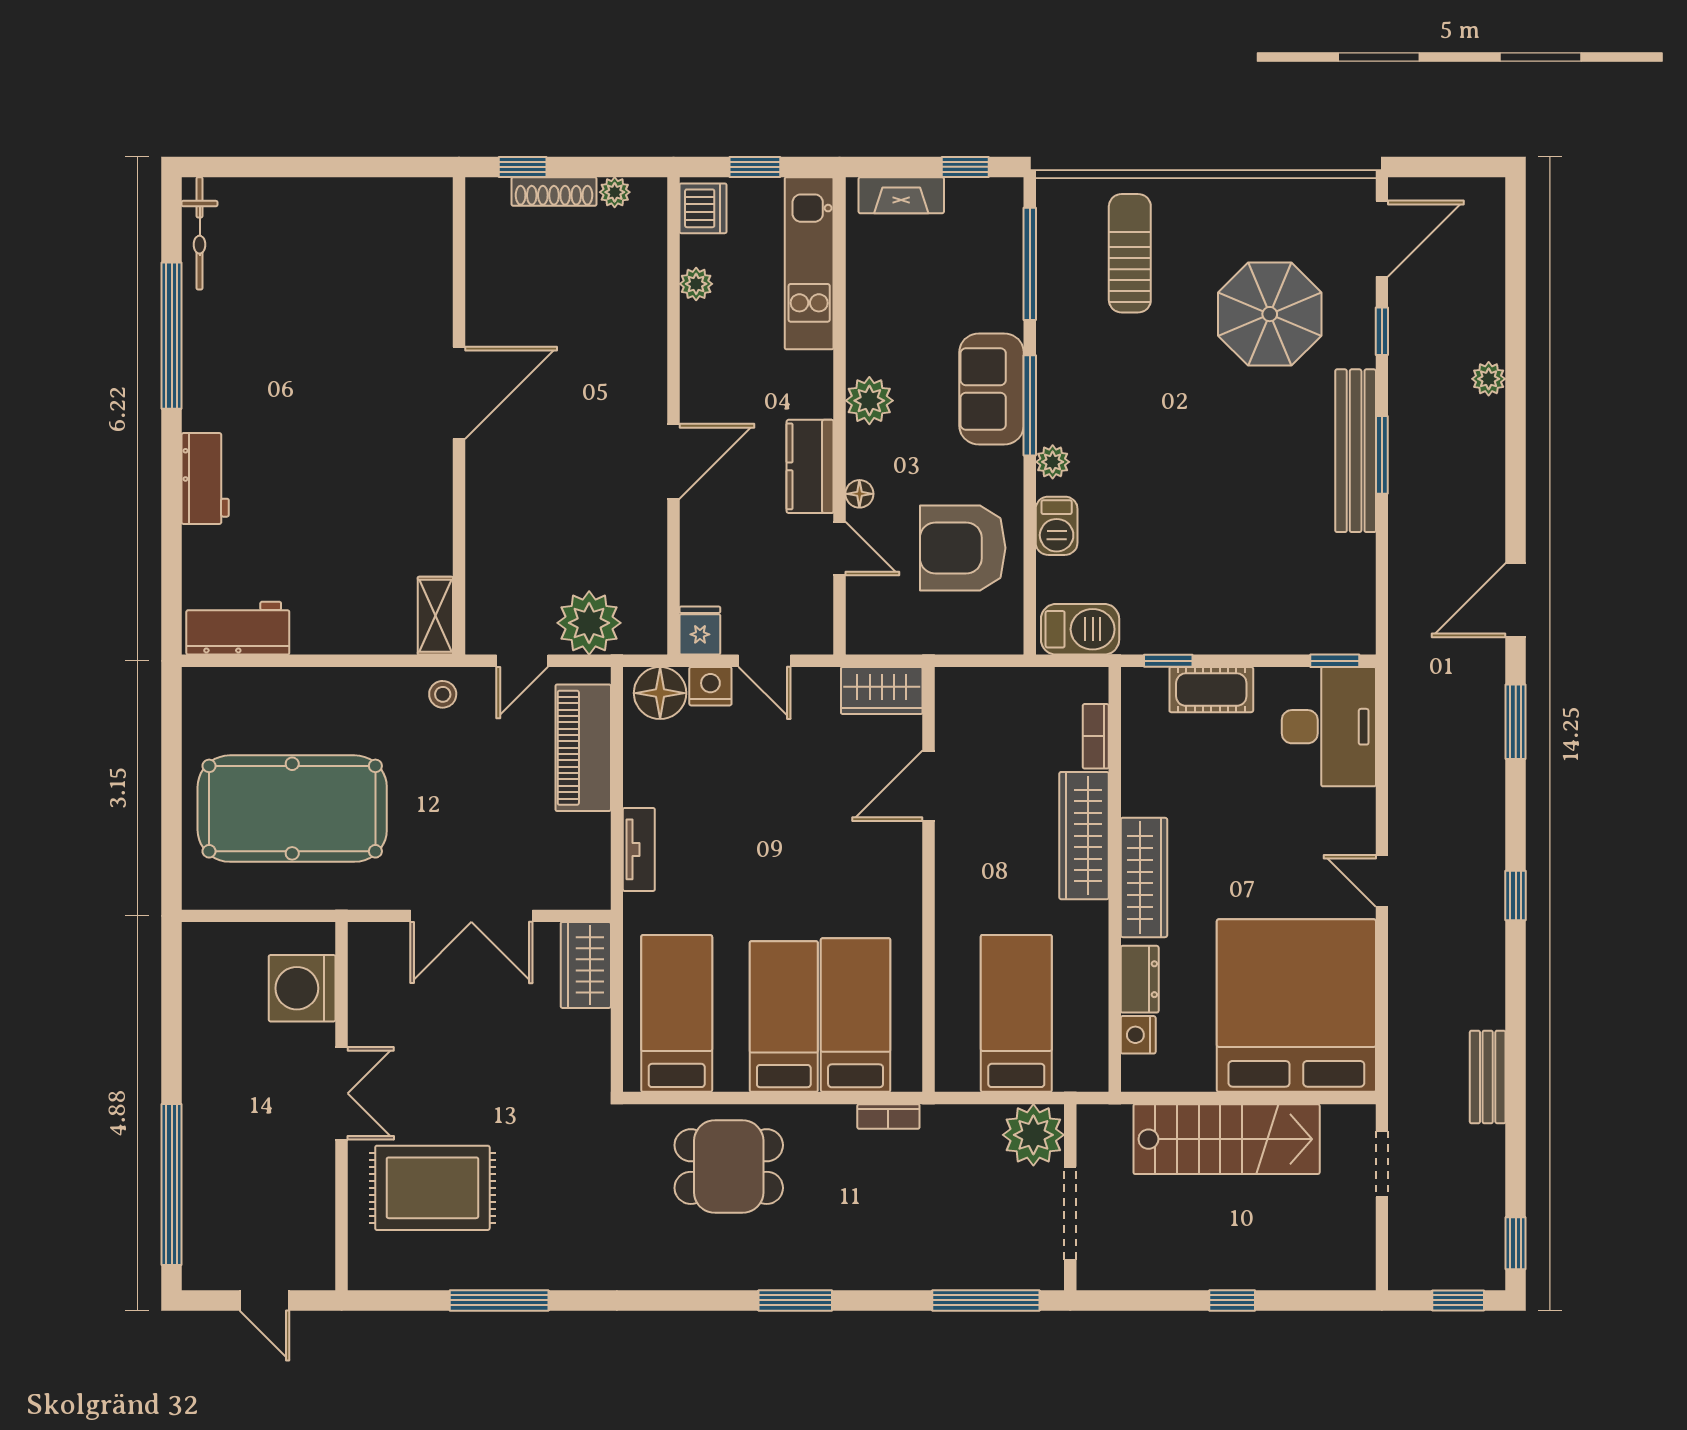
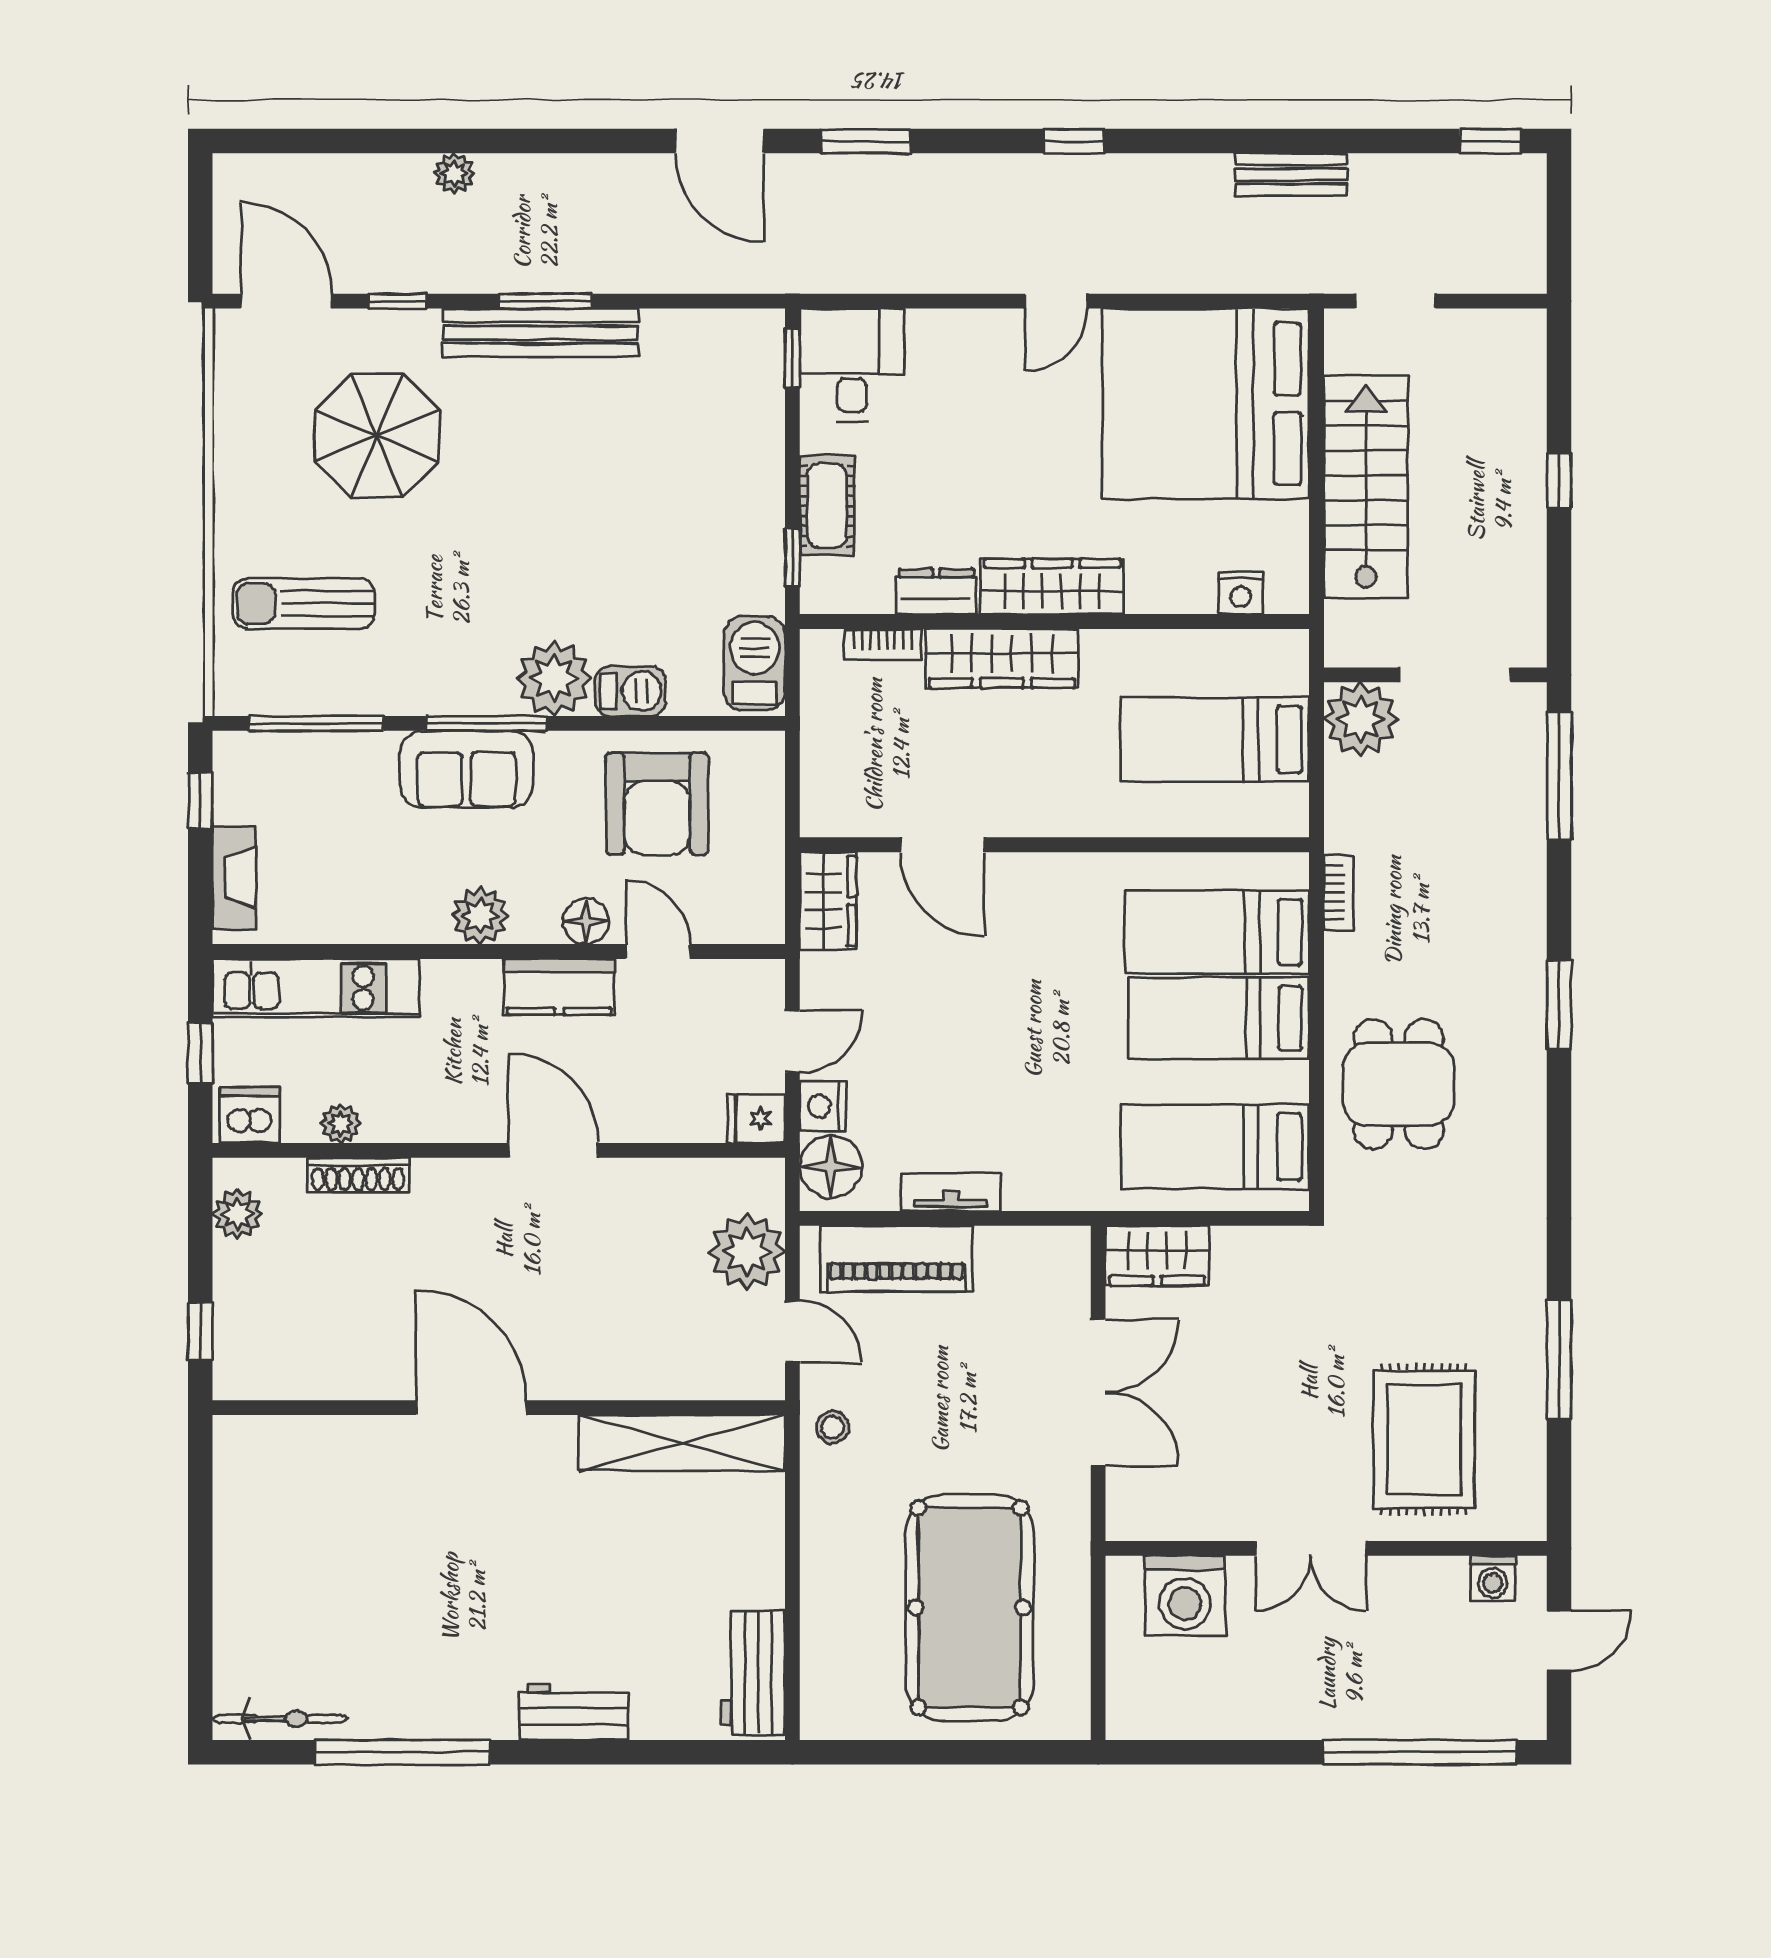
shoe rack: (554, 191) -> (358, 1175), moved, turned 90
plant: (615, 192) -> (237, 1214), width x1.38, depth x1.38
plant: (1053, 462) -> (554, 679), width x1.87, depth x1.87
floor lamp: (859, 494) -> (586, 921), width x1.37, depth x1.37
door: (839, 549) -> (658, 951), hinge flipped
shelving: (435, 616) -> (682, 1443), width x2.20, depth x1.33
desk: (1329, 727) -> (852, 365), width x0.73
tv unit: (639, 849) -> (951, 1192), moved
dresser: (1140, 979) -> (936, 592), moved
double door: (342, 1093) -> (1311, 1548), swing flipped
washing machine: (316, 1245) -> (1493, 1578), added
window: (1458, 1300) -> (1559, 210), removed

